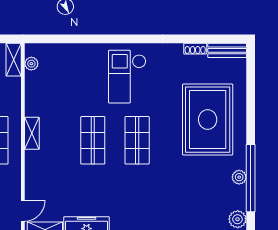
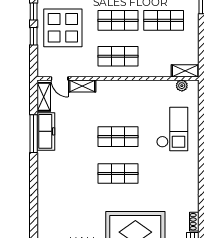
checkout: (127, 77) -> (172, 129), moved, turned 90
shelving: (32, 133) -> (82, 86), moved

